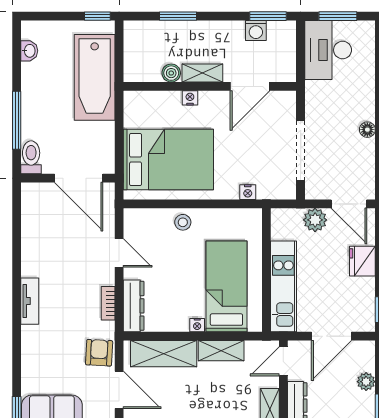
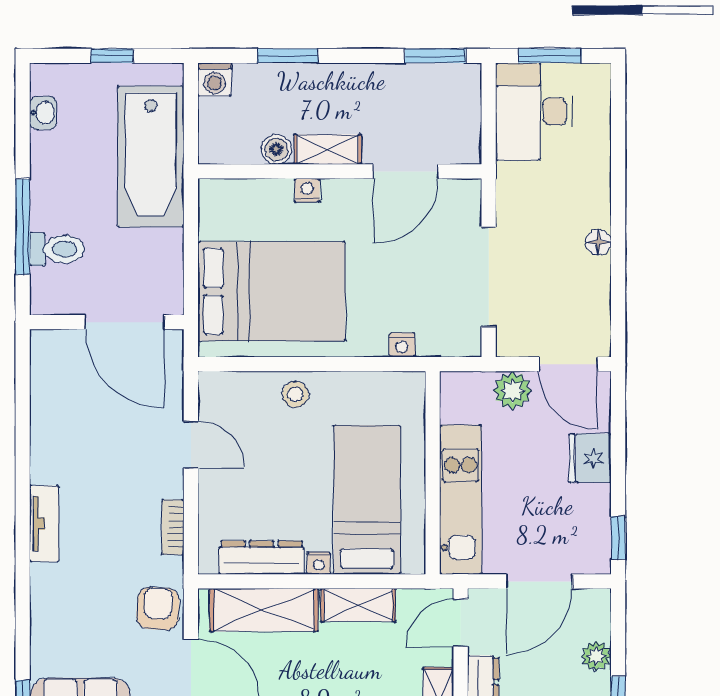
window: (97, 16) -> (112, 56), moved
washing machine: (256, 30) -> (215, 80), moved
toilet: (31, 157) -> (57, 249), moved, turned 90
dresser: (134, 306) -> (262, 558), moved, turned -90

